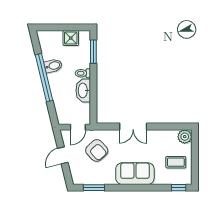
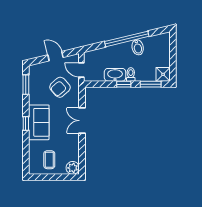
shower: (71, 38) -> (163, 74), moved
window: (93, 81) -> (124, 84), added
window: (179, 188) -> (26, 124), moved

